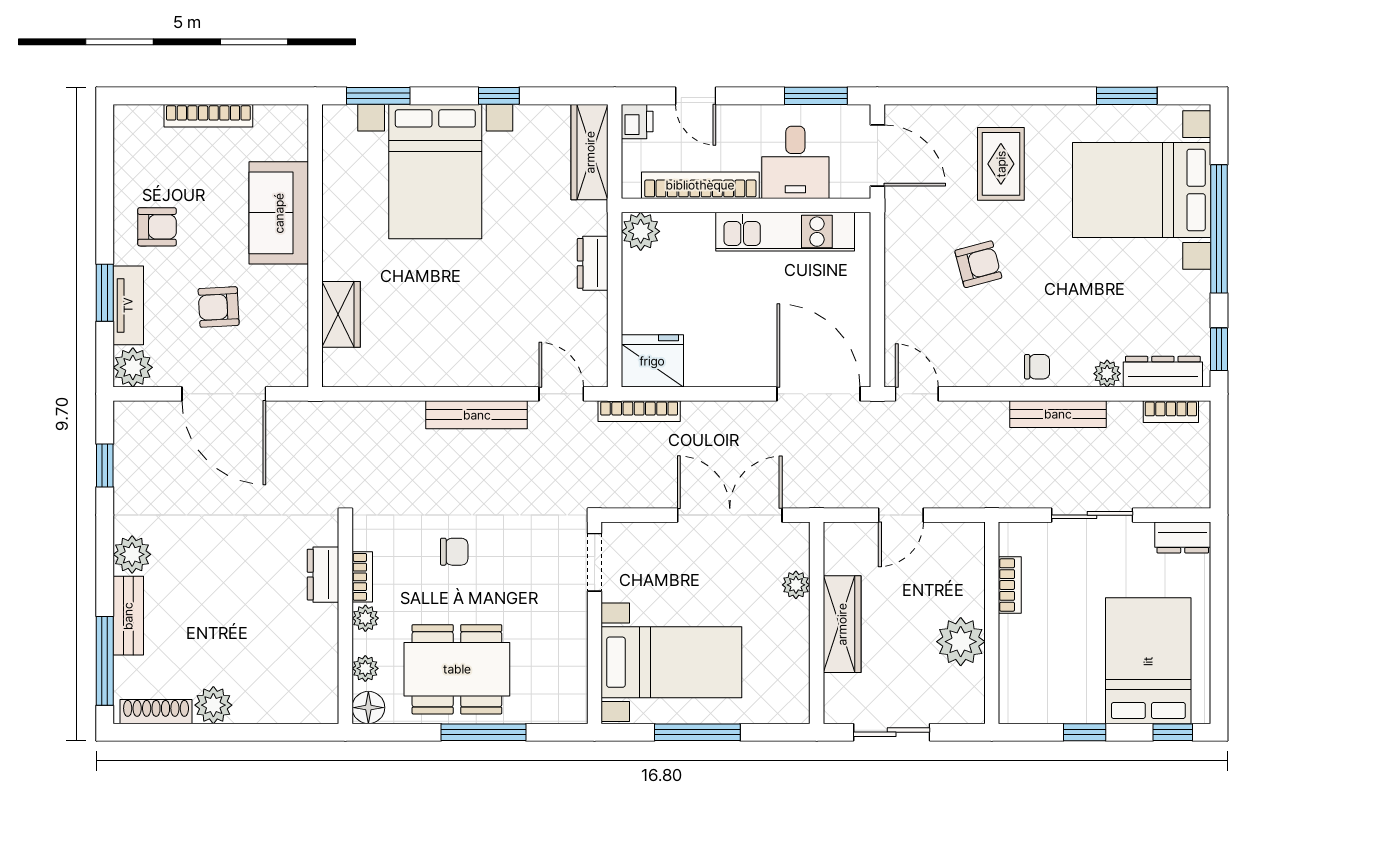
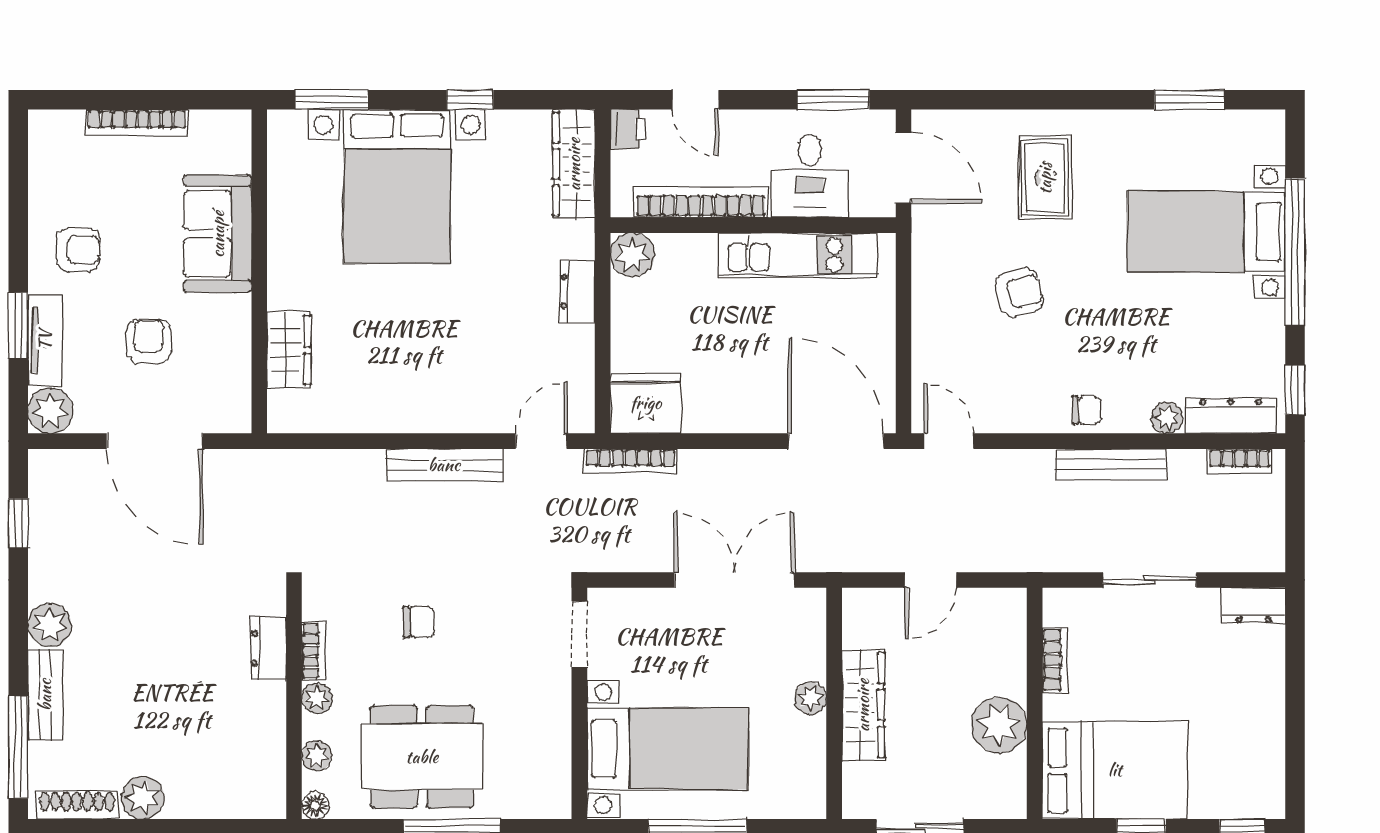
bed with nightstands: (1142, 190) -> (1206, 232), width x0.73
armchair: (219, 307) -> (149, 342), turned 93
door: (561, 394) -> (541, 441), hinge flipped
plant: (796, 585) -> (810, 698), moved
bed: (1148, 661) -> (1115, 770), moved, turned 90
floor lamp: (368, 708) -> (315, 806), width x0.73, depth x0.73

